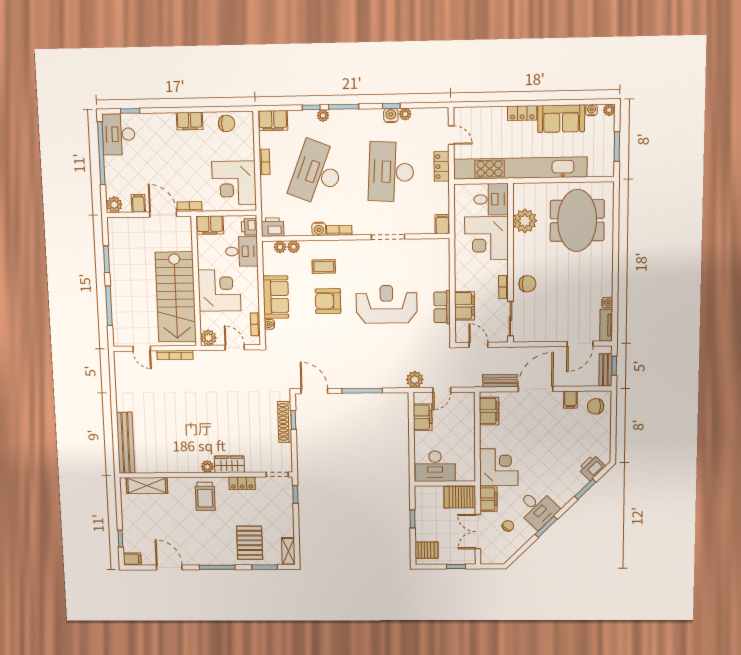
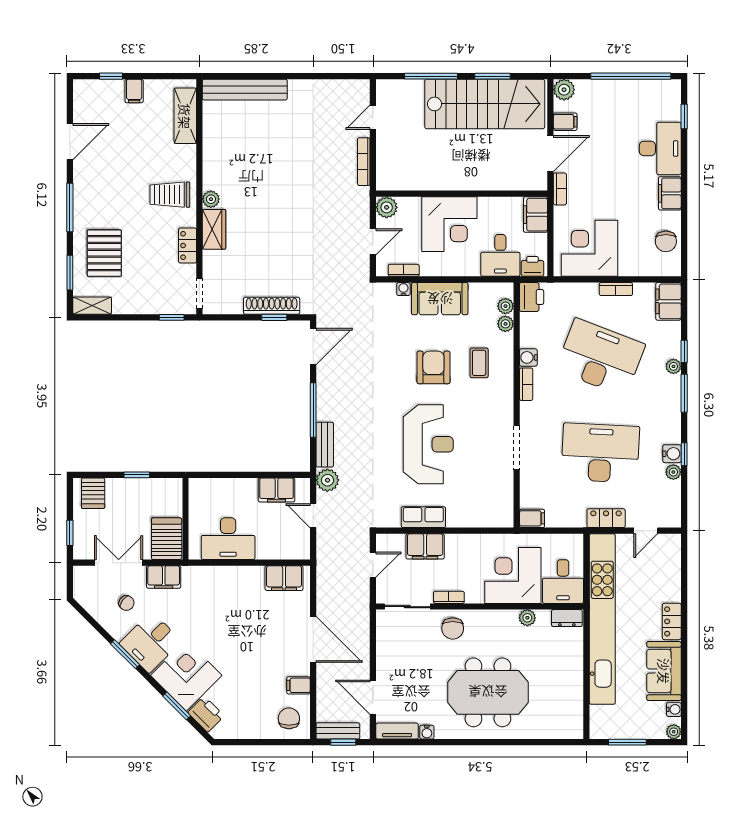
desk: (119, 134) -> (660, 149), moved, turned 90
dresser: (519, 196) -> (567, 618), added
meeting table: (577, 220) -> (488, 692), moved
plant: (525, 221) -> (527, 618), width x0.53, depth x0.53
stairs: (176, 297) -> (485, 104), moved, turned 180
bench: (500, 381) -> (325, 445), moved
desk: (435, 466) -> (228, 539), moved, turned -90
corner desk: (499, 467) -> (186, 675), moved, turned -135
pallet: (250, 543) -> (104, 253), turned 90
filing cabinet: (132, 559) -> (134, 91), moved

